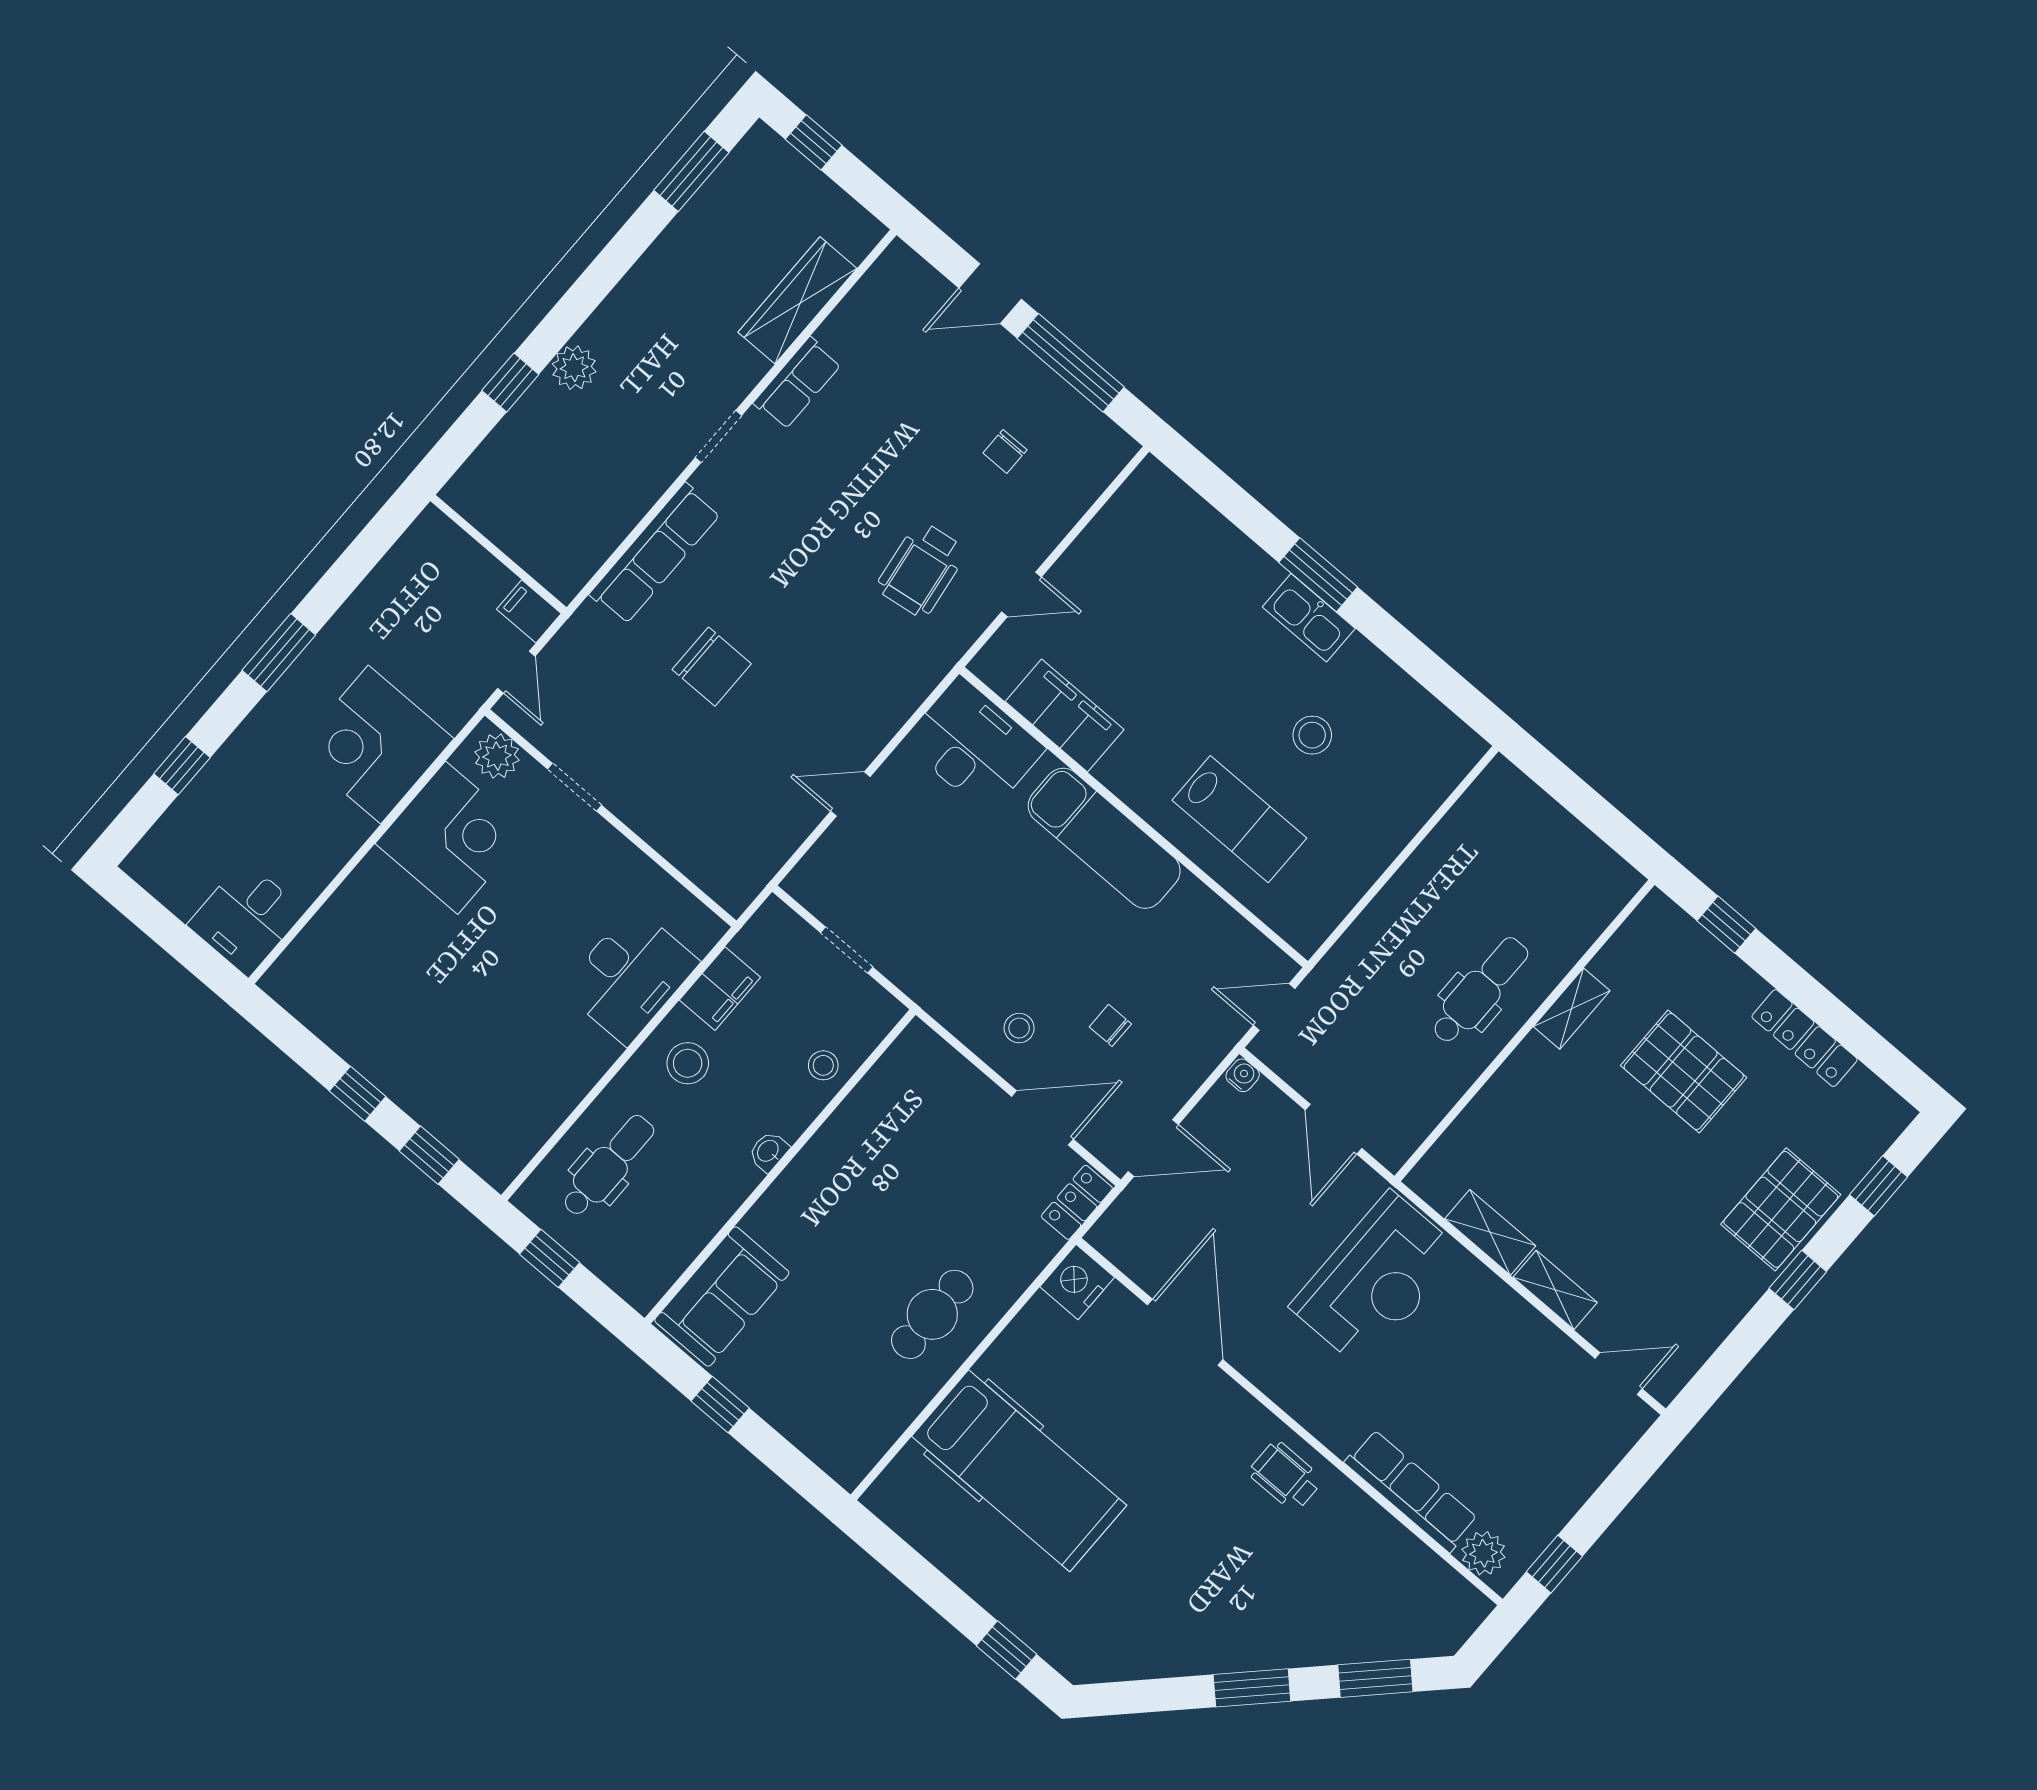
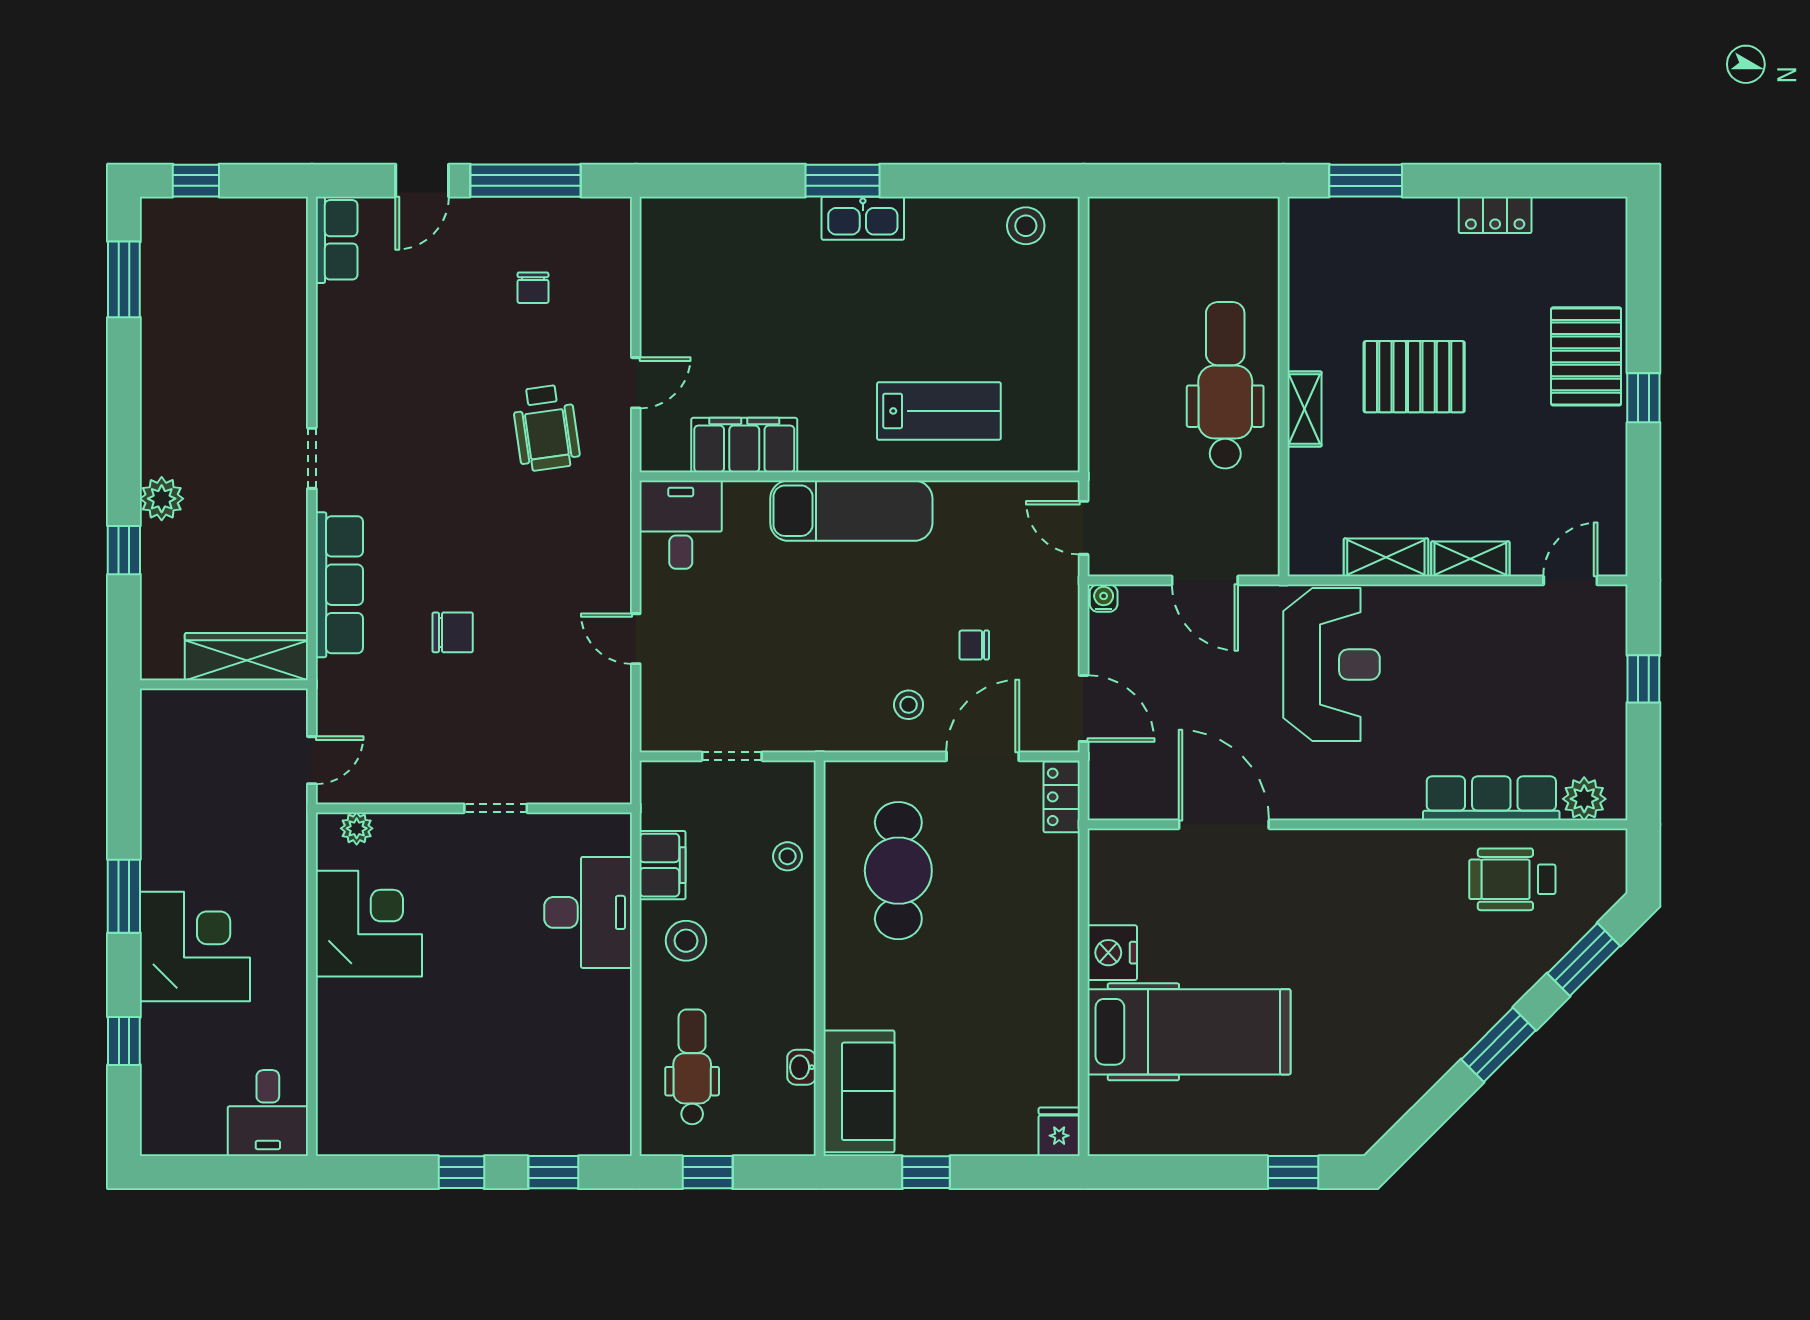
wardrobe: (797, 300) -> (246, 657), moved, turned 90
row of seats: (797, 383) -> (337, 240), moved
filing cabinet: (529, 611) -> (283, 707), removed
chair: (712, 667) -> (453, 632), width x0.73, depth x0.73
door: (516, 672) -> (312, 760), hinge flipped
stool: (1312, 735) -> (1026, 226), moved
corner desk: (375, 745) -> (195, 947), moved, turned 180
desk: (974, 745) -> (681, 525), width x0.73
plant: (497, 756) -> (357, 828), width x0.73, depth x0.73
doorway: (574, 787) -> (496, 808), moved
door: (850, 794) -> (636, 639), hinge flipped
window: (1726, 925) -> (1366, 181), width x1.50
dental chair: (1480, 991) -> (1225, 385), width x1.36, depth x1.38
door: (1274, 1007) -> (1084, 528), hinge flipped
shelving: (1572, 1009) -> (1305, 409), moved
locker: (1804, 1038) -> (1495, 215), width x0.66
pallet: (1684, 1072) -> (1414, 377), moved
door: (1153, 1148) -> (1084, 708), hinge flipped
washbasin: (768, 1151) -> (802, 1067), moved
window: (1878, 1186) -> (1643, 277), removed
nightstand: (1077, 1282) -> (1112, 953), moved
cafe table: (932, 1314) -> (898, 871), moved, width x1.37, depth x1.35
fridge: (851, 1462) -> (1059, 1132), added
wheelchair: (1285, 1476) -> (1512, 879), moved, width x1.36, depth x1.37
window: (1554, 1564) -> (1643, 679), moved

